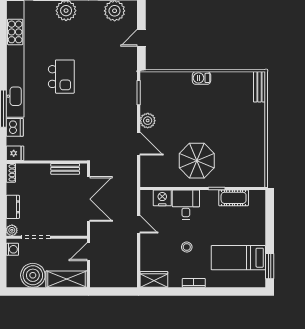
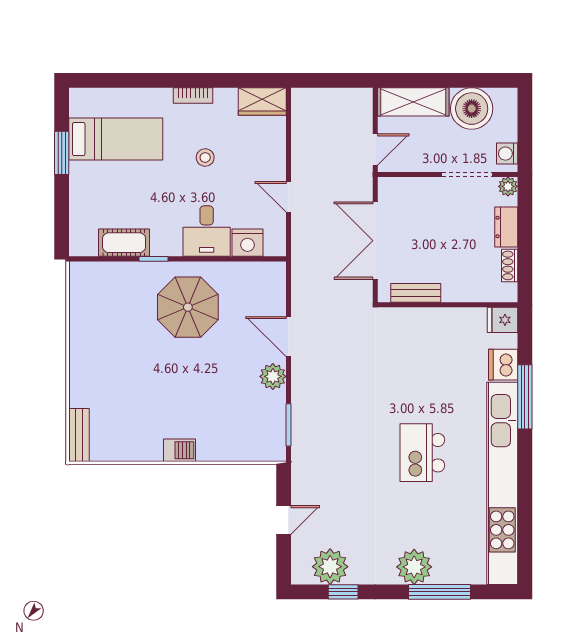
shoe rack: (11, 173) -> (510, 265), moved
window: (270, 266) -> (62, 153), moved

